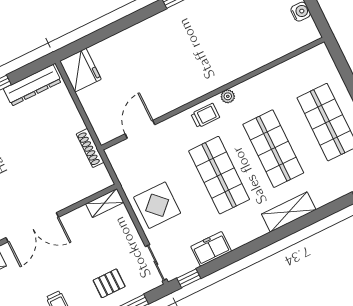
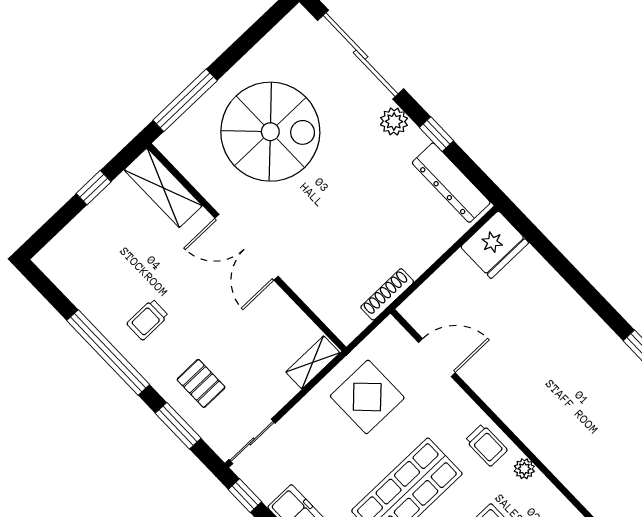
shelving: (105, 203) -> (313, 362), moved, turned 90
display table: (157, 205) -> (367, 397), moved

